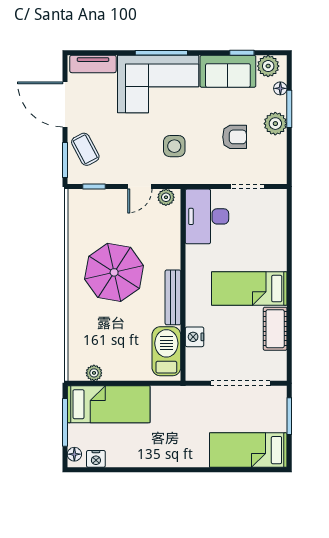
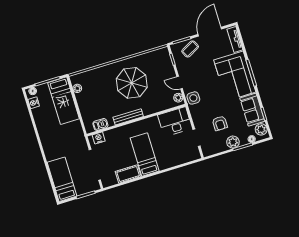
side table: (174, 146) -> (193, 98), moved
nightstand: (195, 337) -> (99, 138), moved
barbecue: (166, 351) -> (100, 124), width x0.53, depth x0.65

